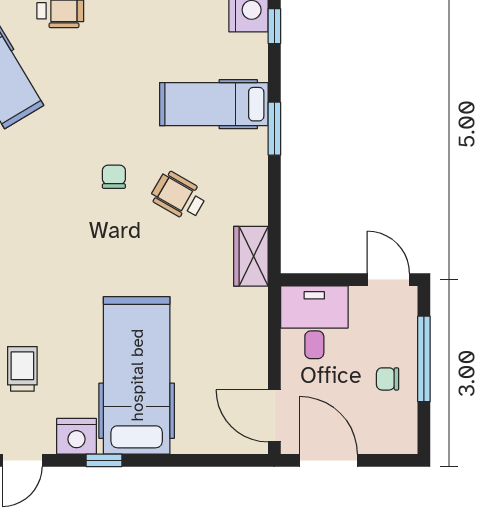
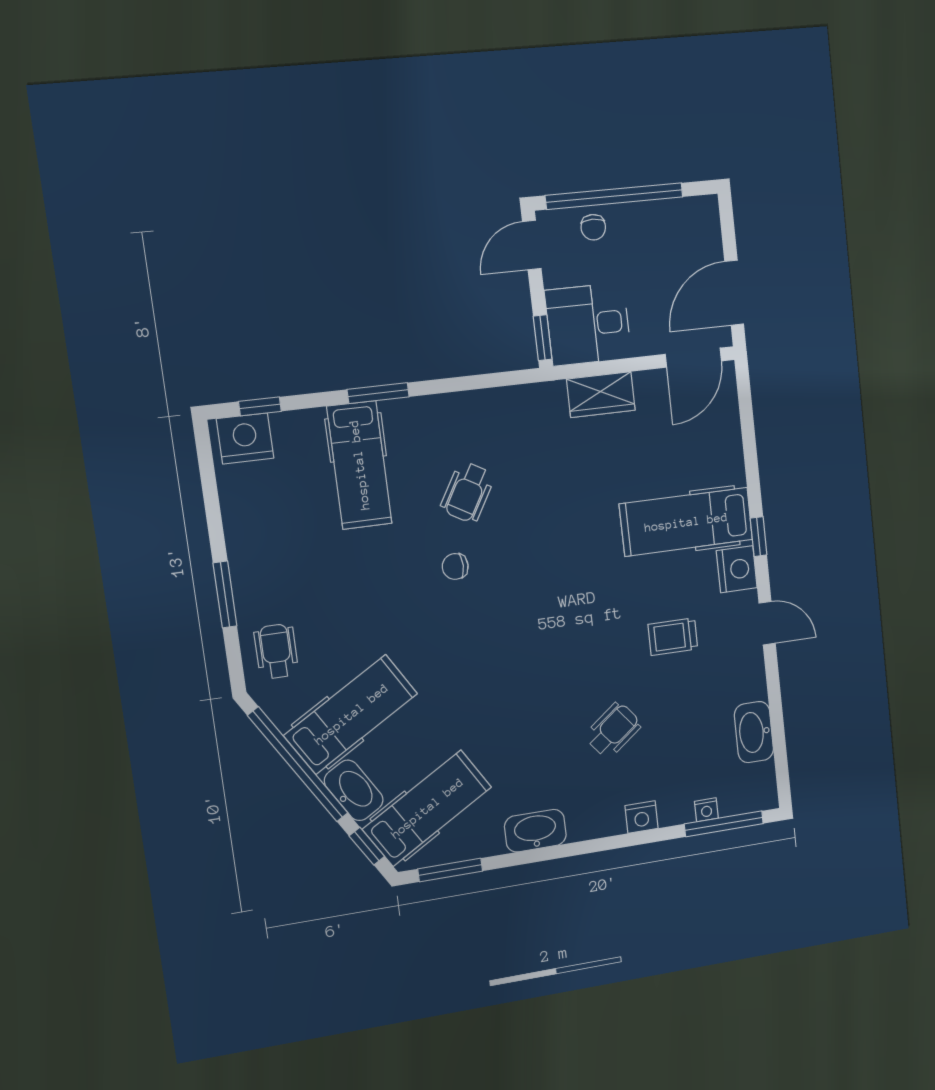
wardrobe: (251, 256) -> (601, 395), moved
window: (307, 280) -> (543, 338), added
window: (424, 359) -> (614, 196), width x1.46
hospital bed: (137, 375) -> (686, 522), width x0.73, depth x0.78
chair: (388, 379) -> (593, 227), moved

